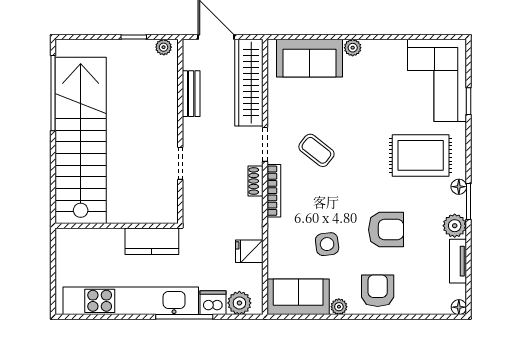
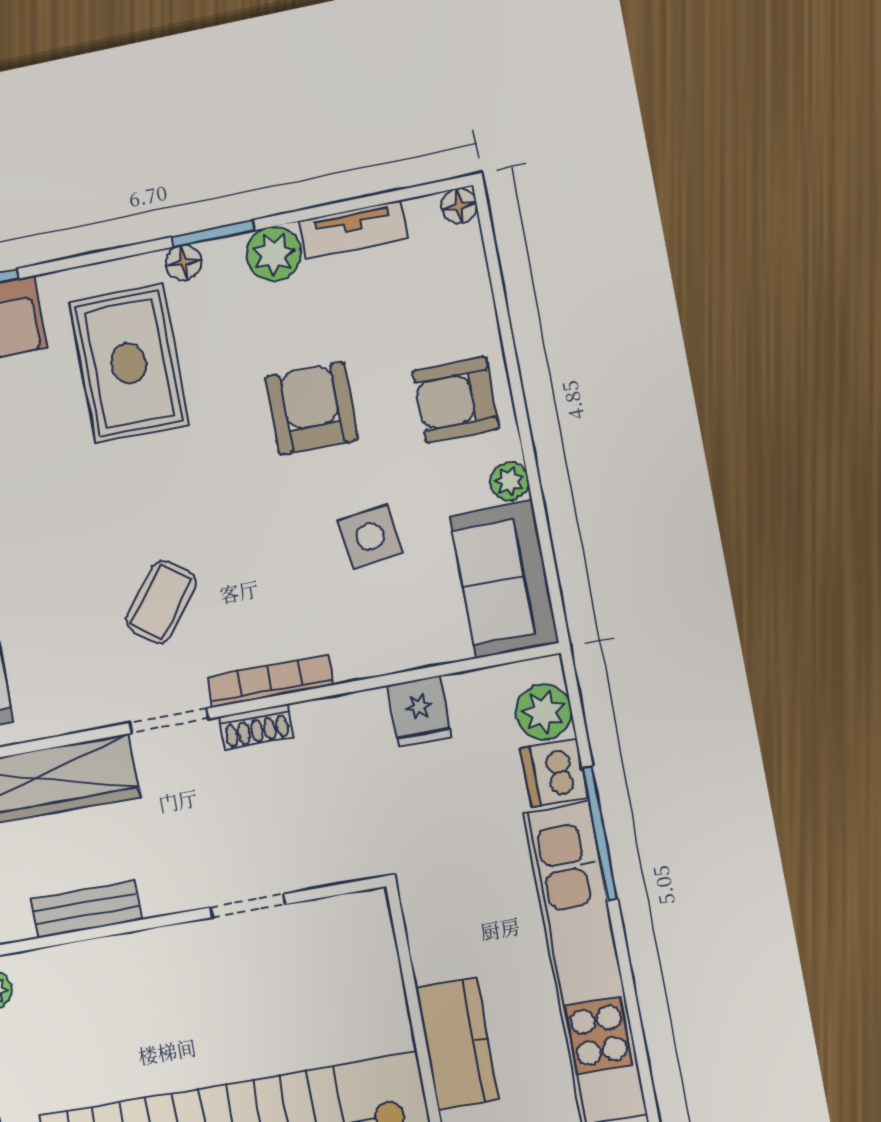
kitchen counter: (152, 241) -> (458, 1044), moved

